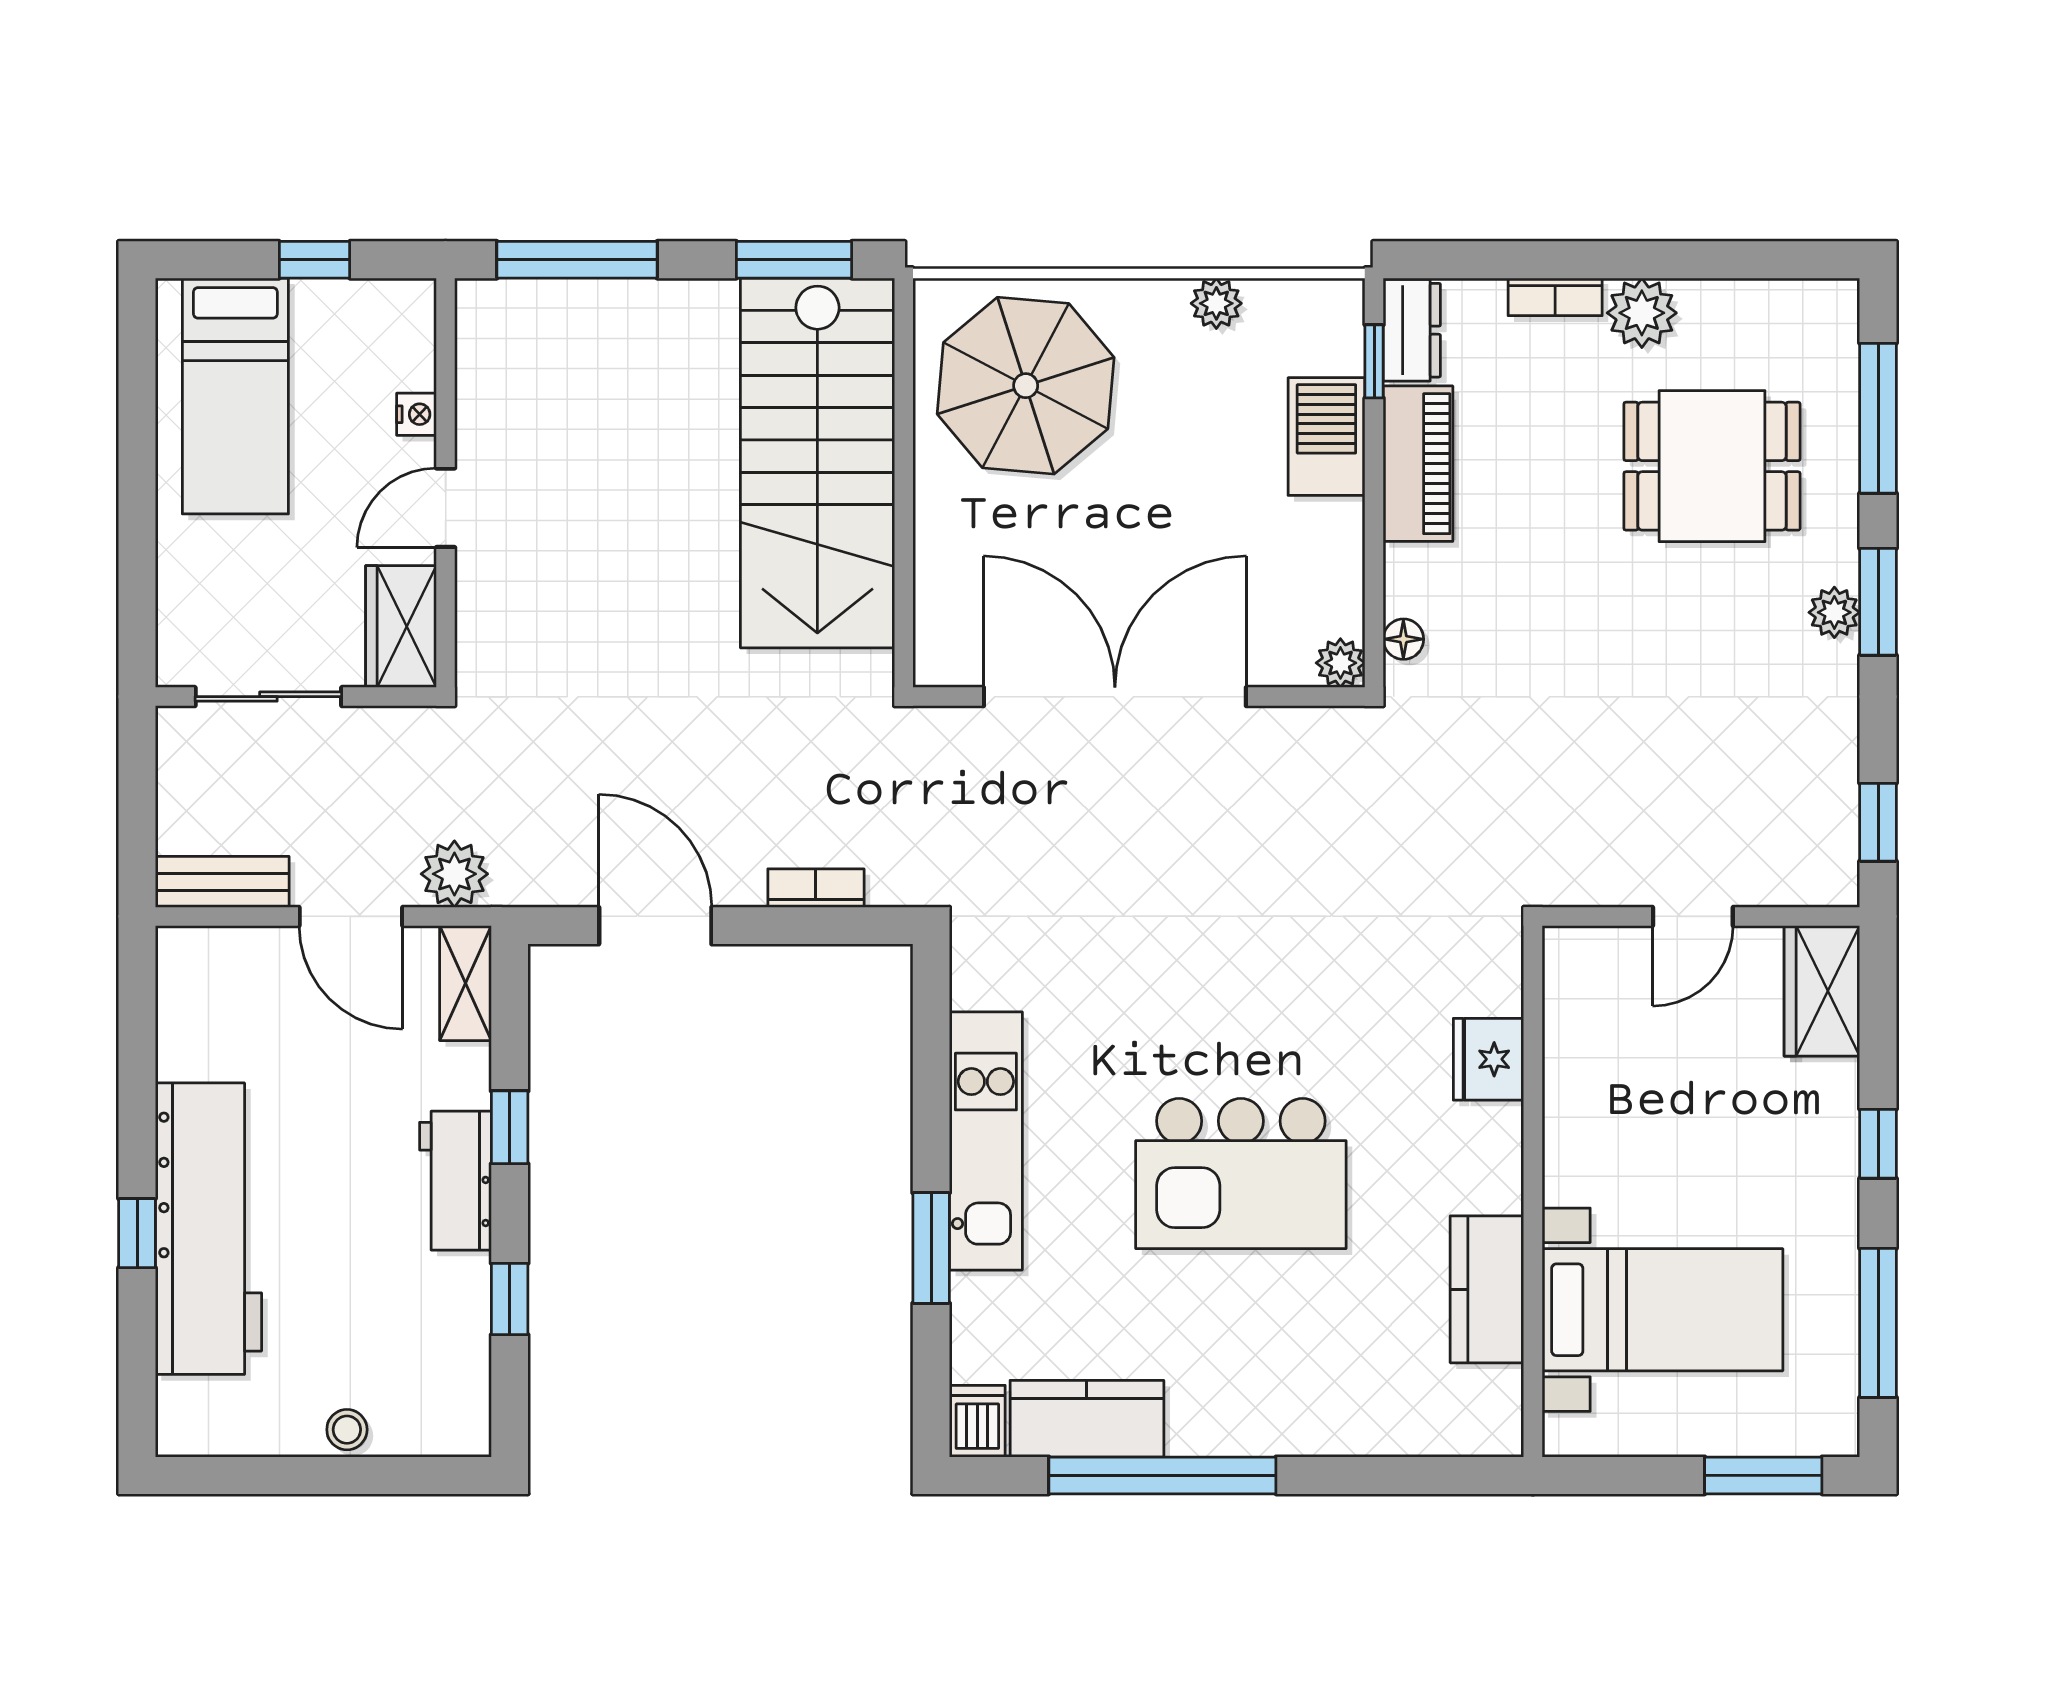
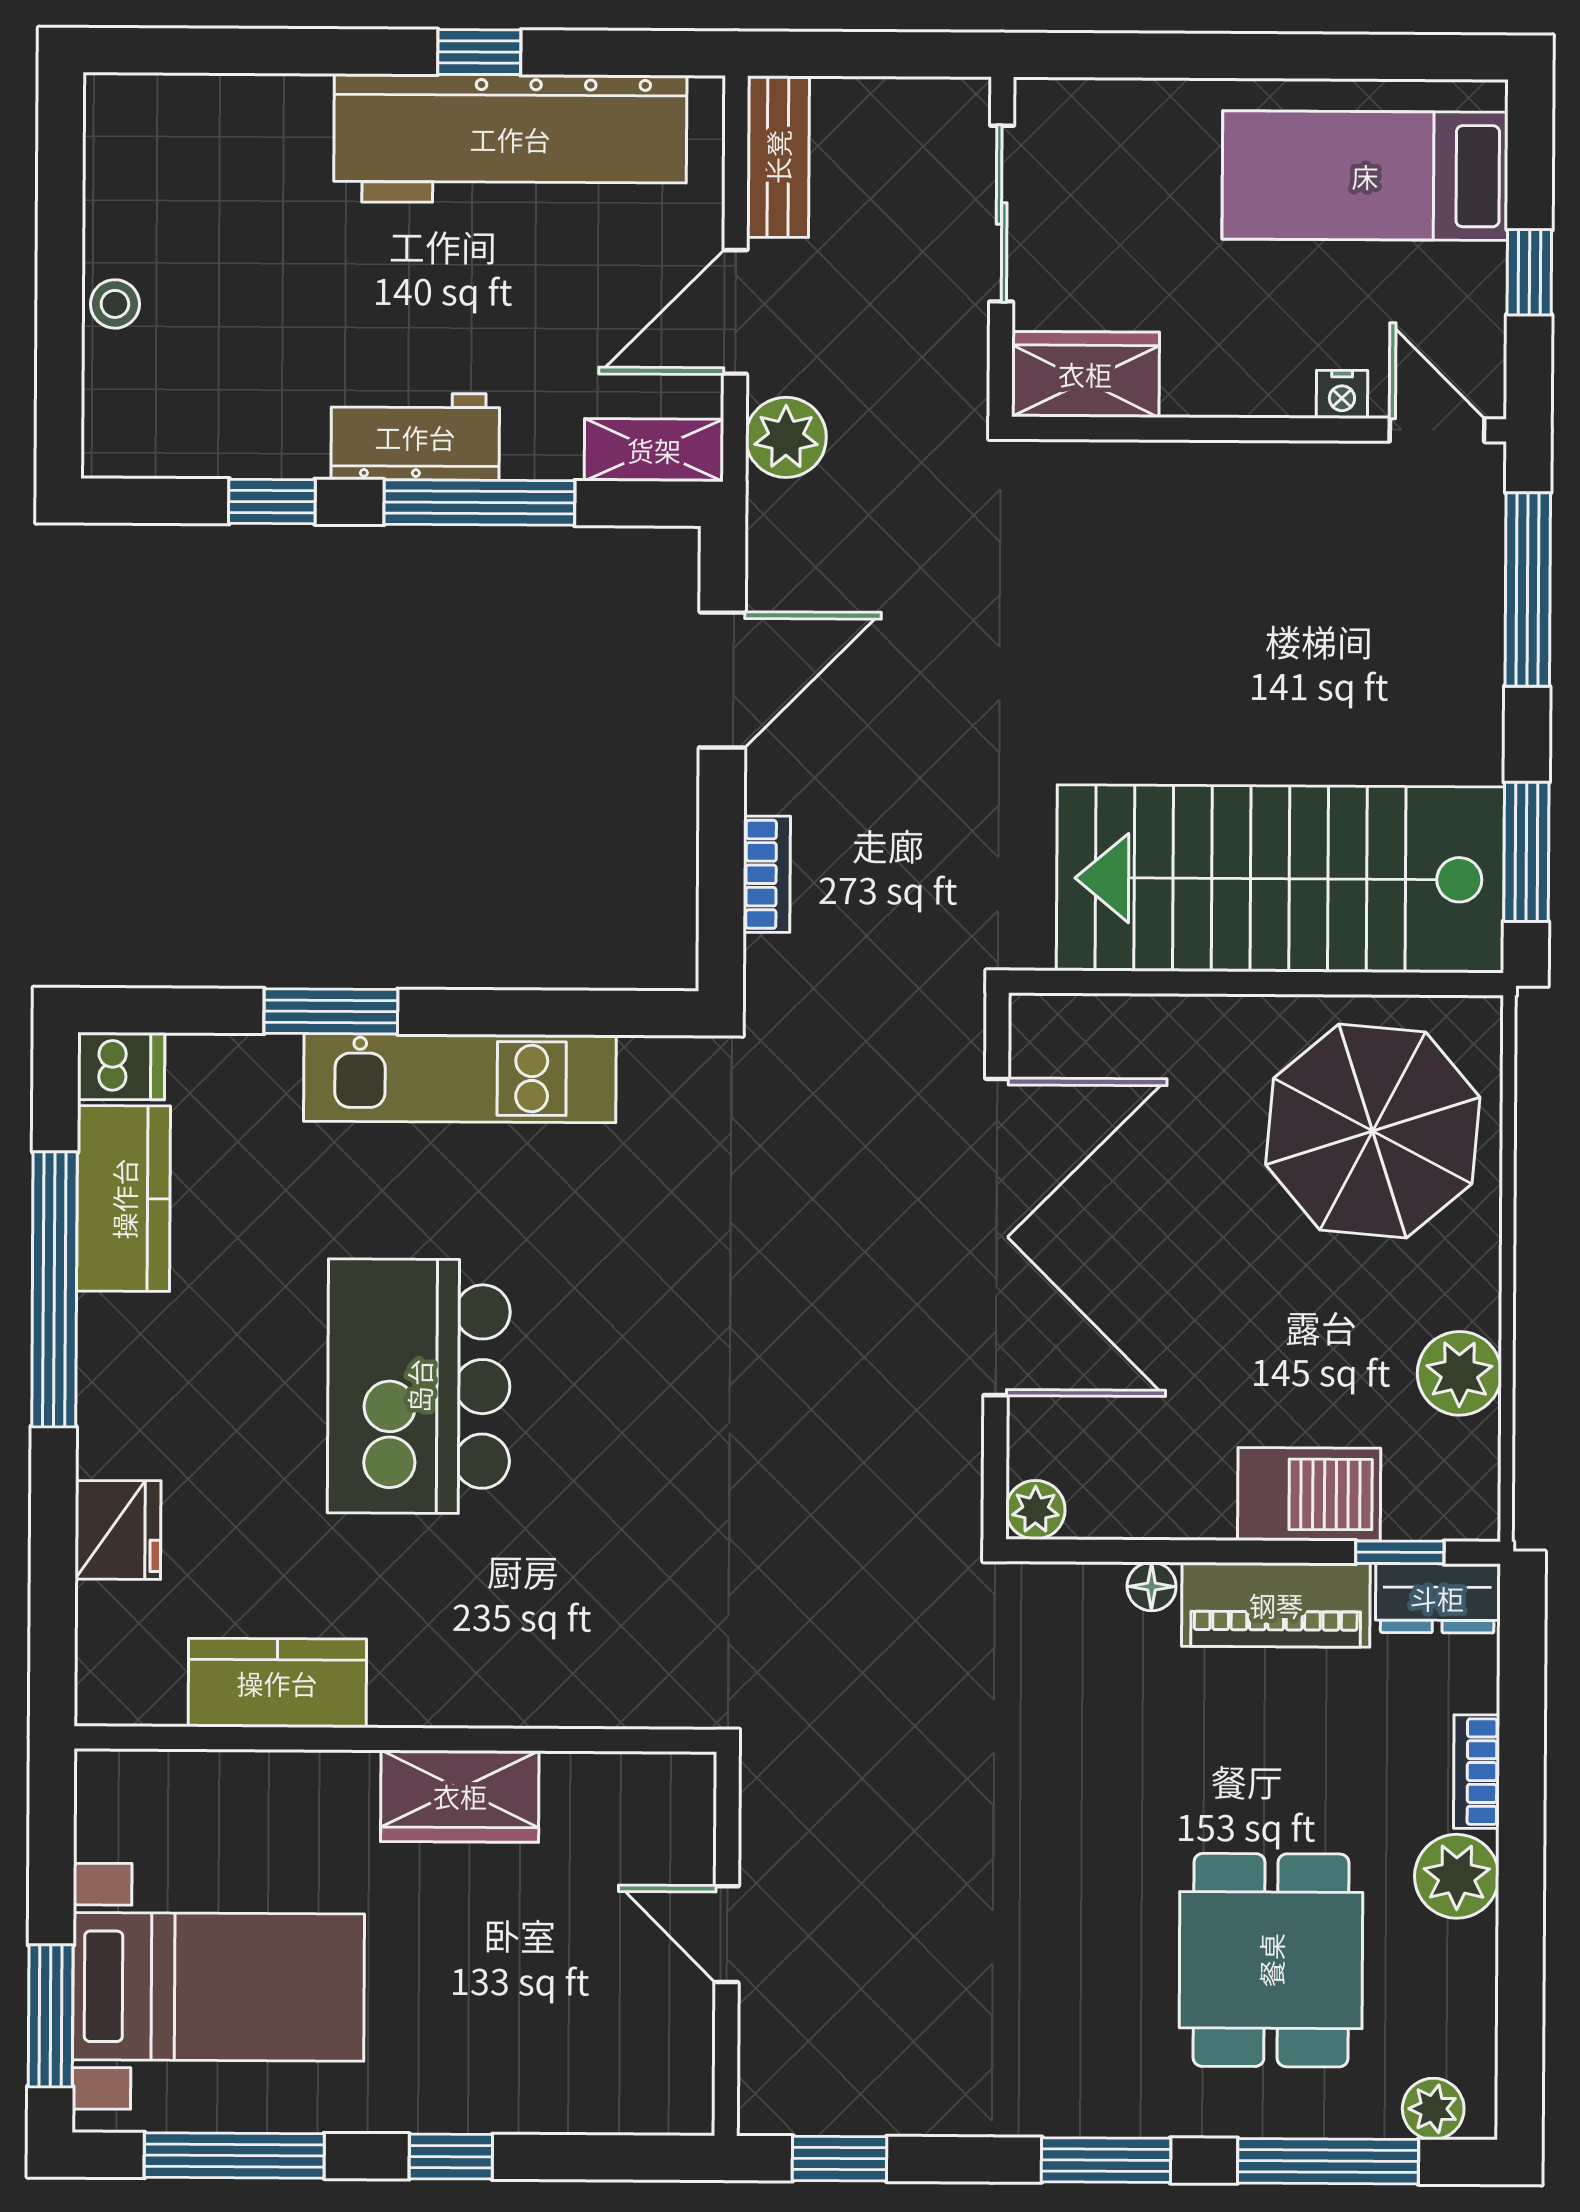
plant: (1216, 303) -> (1459, 1373), width x1.38, depth x1.38
door: (446, 508) -> (1437, 430), moved
plant: (1834, 612) -> (1433, 2109), moved
floor lamp: (1403, 639) -> (1152, 1587), moved
wardrobe: (1822, 991) -> (460, 1796), moved, turned 180
fridge: (1488, 1059) -> (118, 1530), moved, turned 90
window: (510, 1127) -> (479, 503), width x2.17
workbench: (208, 1229) -> (510, 139), moved
window: (137, 1233) -> (479, 52), moved
bed with nightstands: (1662, 1310) -> (218, 1987), moved, turned -90

